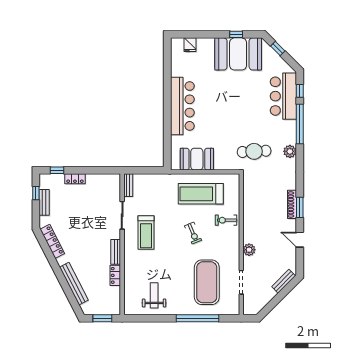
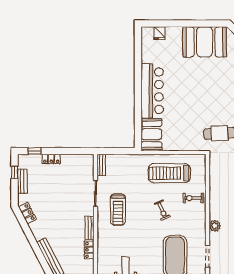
window: (236, 34) -> (203, 23), removed
booth: (197, 159) -> (151, 134), moved, turned 90
locker: (52, 241) -> (27, 213), width x0.66

